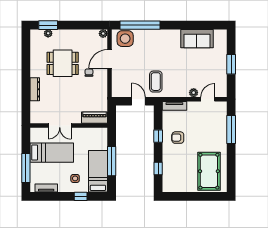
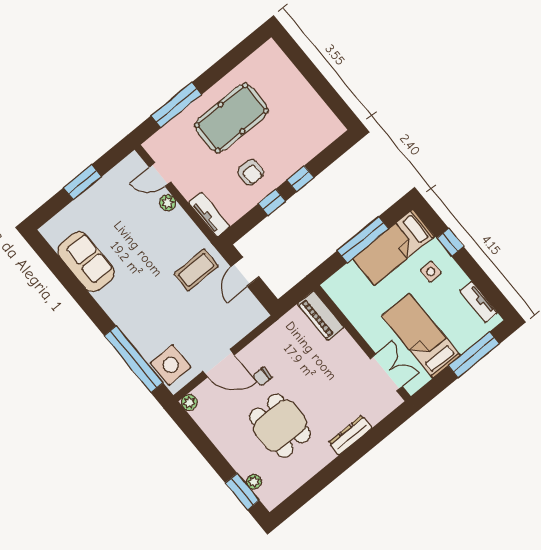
double door: (60, 126) -> (386, 373), moved
window: (158, 169) -> (300, 179), moved
pool table: (209, 171) -> (231, 118), moved

